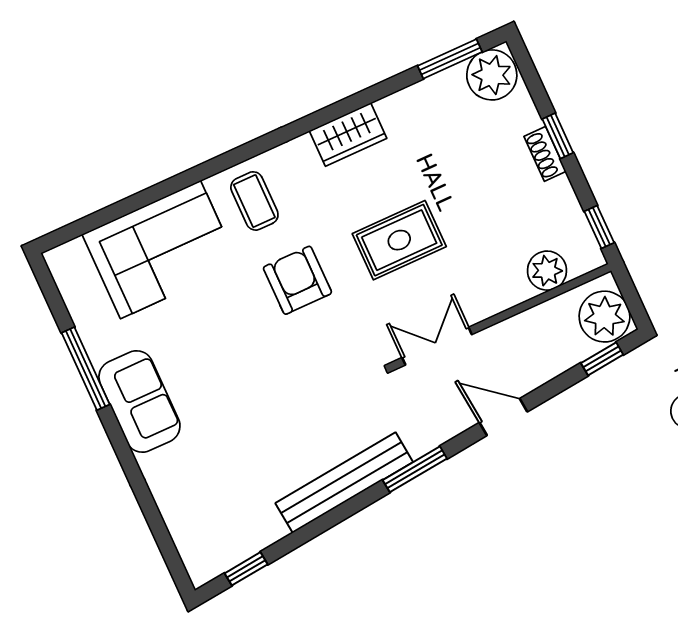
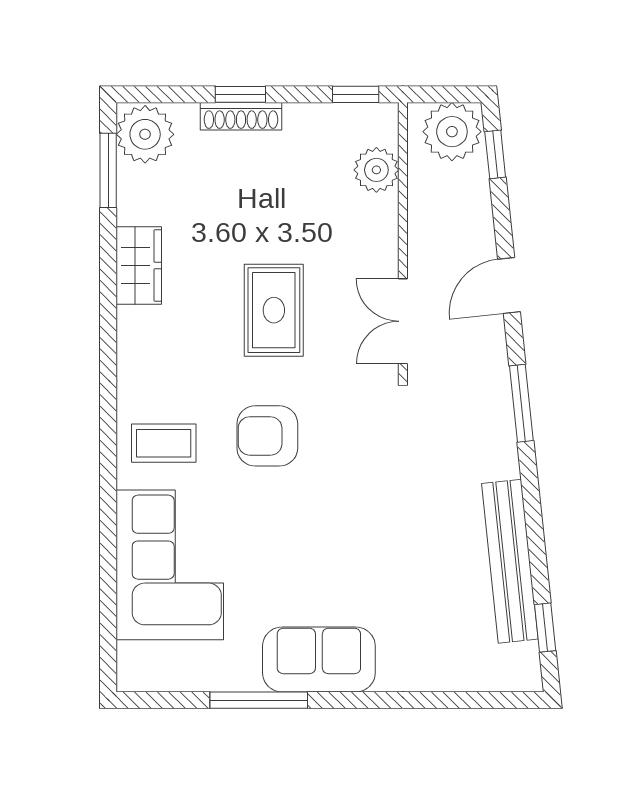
wardrobe: (348, 135) -> (139, 266), moved
shoe rack: (545, 154) -> (241, 116), width x1.43
bench: (344, 483) -> (510, 561), moved

